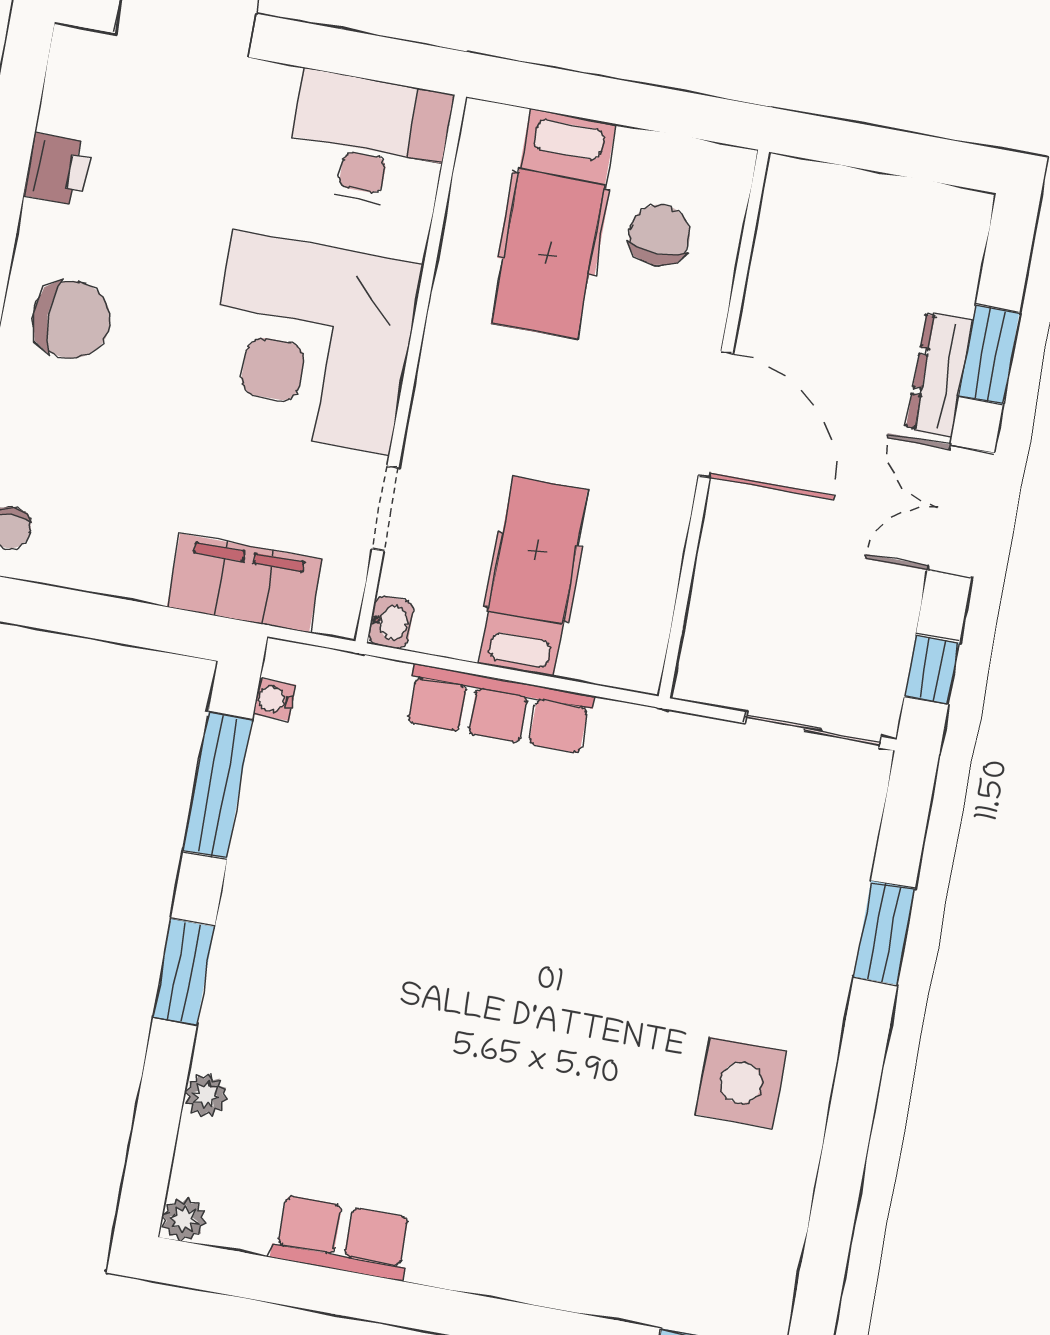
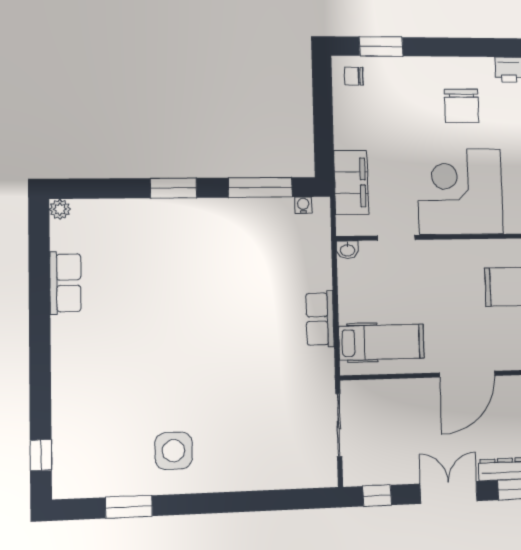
chair: (71, 320) -> (462, 106), moved
hospital bed: (533, 577) -> (381, 342), moved
row of seats: (499, 709) -> (320, 319), width x0.68
sliding door: (813, 730) -> (339, 425), moved
window: (884, 933) -> (129, 507), moved
plant: (206, 1095) -> (119, 208), removed

